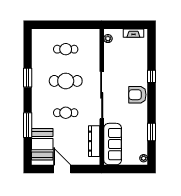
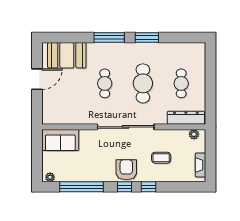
coffee table: (127, 66) -> (161, 158), added
window: (152, 96) -> (124, 187), added
window: (28, 125) -> (109, 38), moved
window: (152, 132) -> (81, 187), width x2.11
dresser: (94, 141) -> (186, 118), moved
sofa: (113, 144) -> (60, 140), width x0.73

